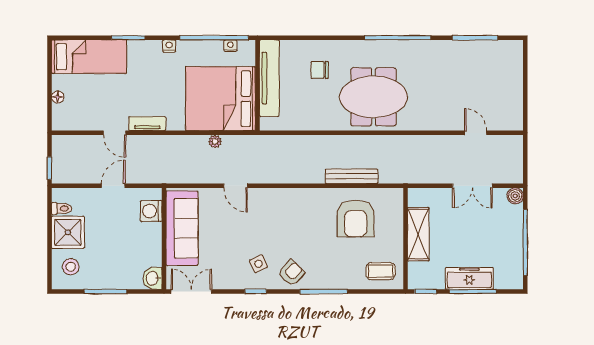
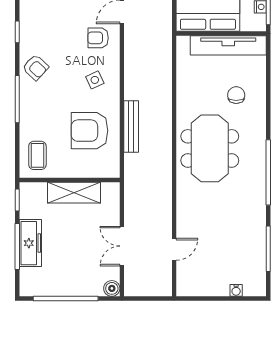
water cooler: (517, 70) -> (236, 290), added
armchair: (262, 210) -> (98, 38), added
side table: (258, 264) -> (95, 80), moved

